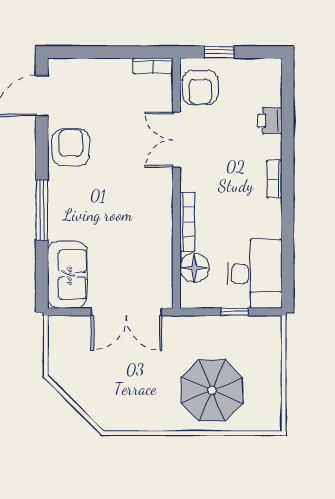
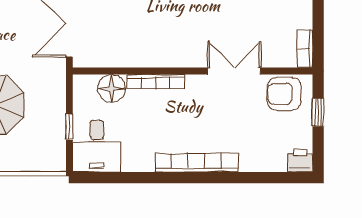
printer: (270, 121) -> (300, 161), moved
bookcase: (274, 179) -> (197, 163), width x2.31, depth x1.31
desk: (255, 274) -> (97, 146), width x0.73

